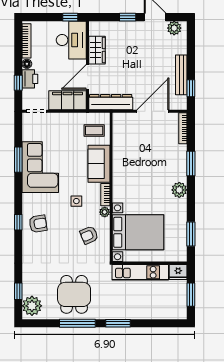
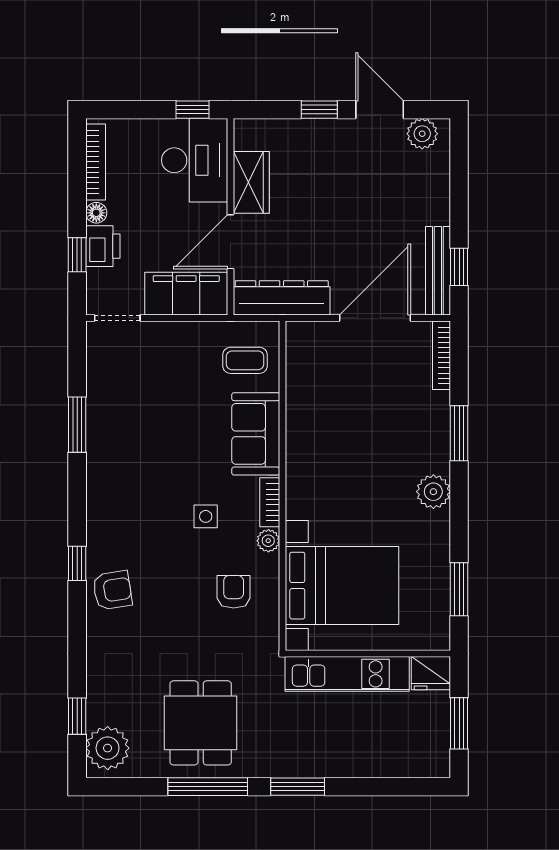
bench: (181, 75) -> (438, 271), moved
corner sofa: (40, 167) -> (126, 441), removed
armchair: (38, 224) -> (112, 590), moved
armchair: (89, 235) -> (234, 592), turned 113

